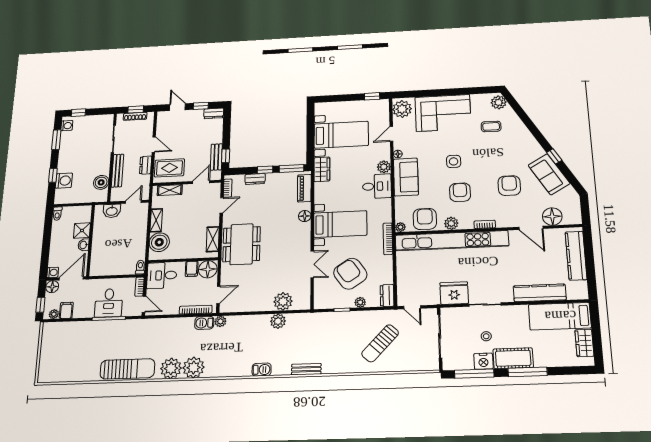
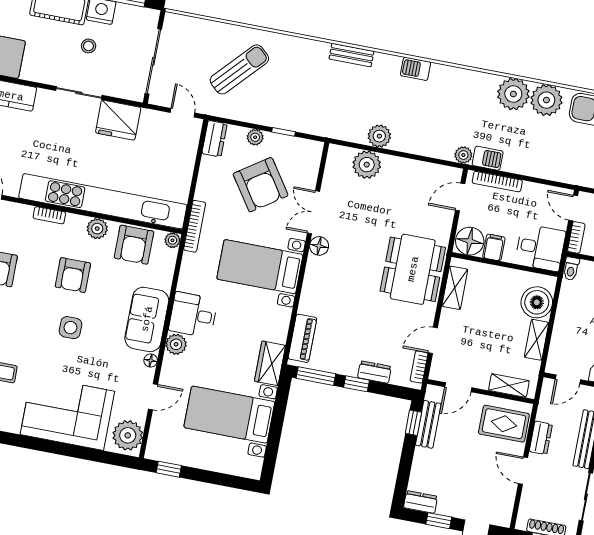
floor lamp: (305, 216) -> (319, 246), moved

